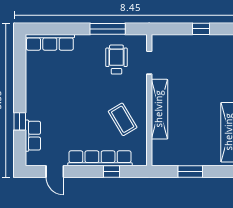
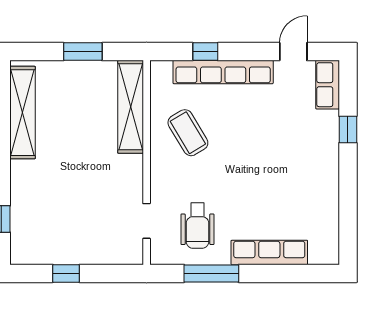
row of seats: (50, 42) -> (269, 252), moved
shelving: (159, 109) -> (131, 107), moved
row of seats: (33, 136) -> (328, 85), moved
door: (55, 171) -> (293, 52), hinge flipped

